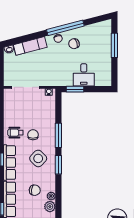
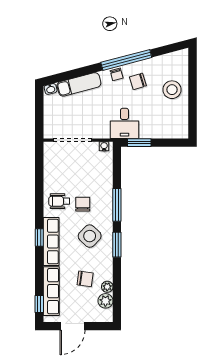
window: (114, 45) -> (192, 84), removed
stool: (99, 50) -> (172, 90), added
desk: (84, 75) -> (124, 123), moved

